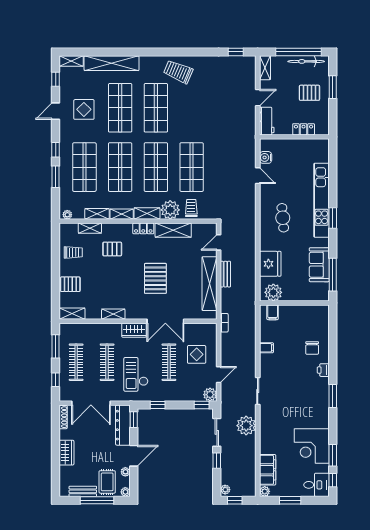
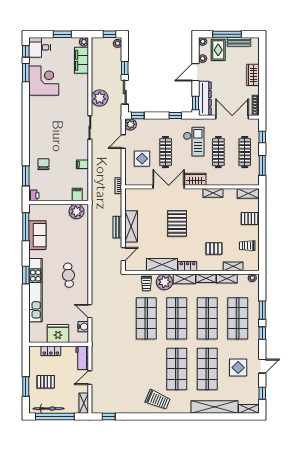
fridge: (270, 264) -> (58, 334), moved, turned 90
shelving: (209, 284) -> (131, 226), width x0.68
printer: (323, 370) -> (34, 195), moved
window: (333, 396) -> (26, 176), moved

